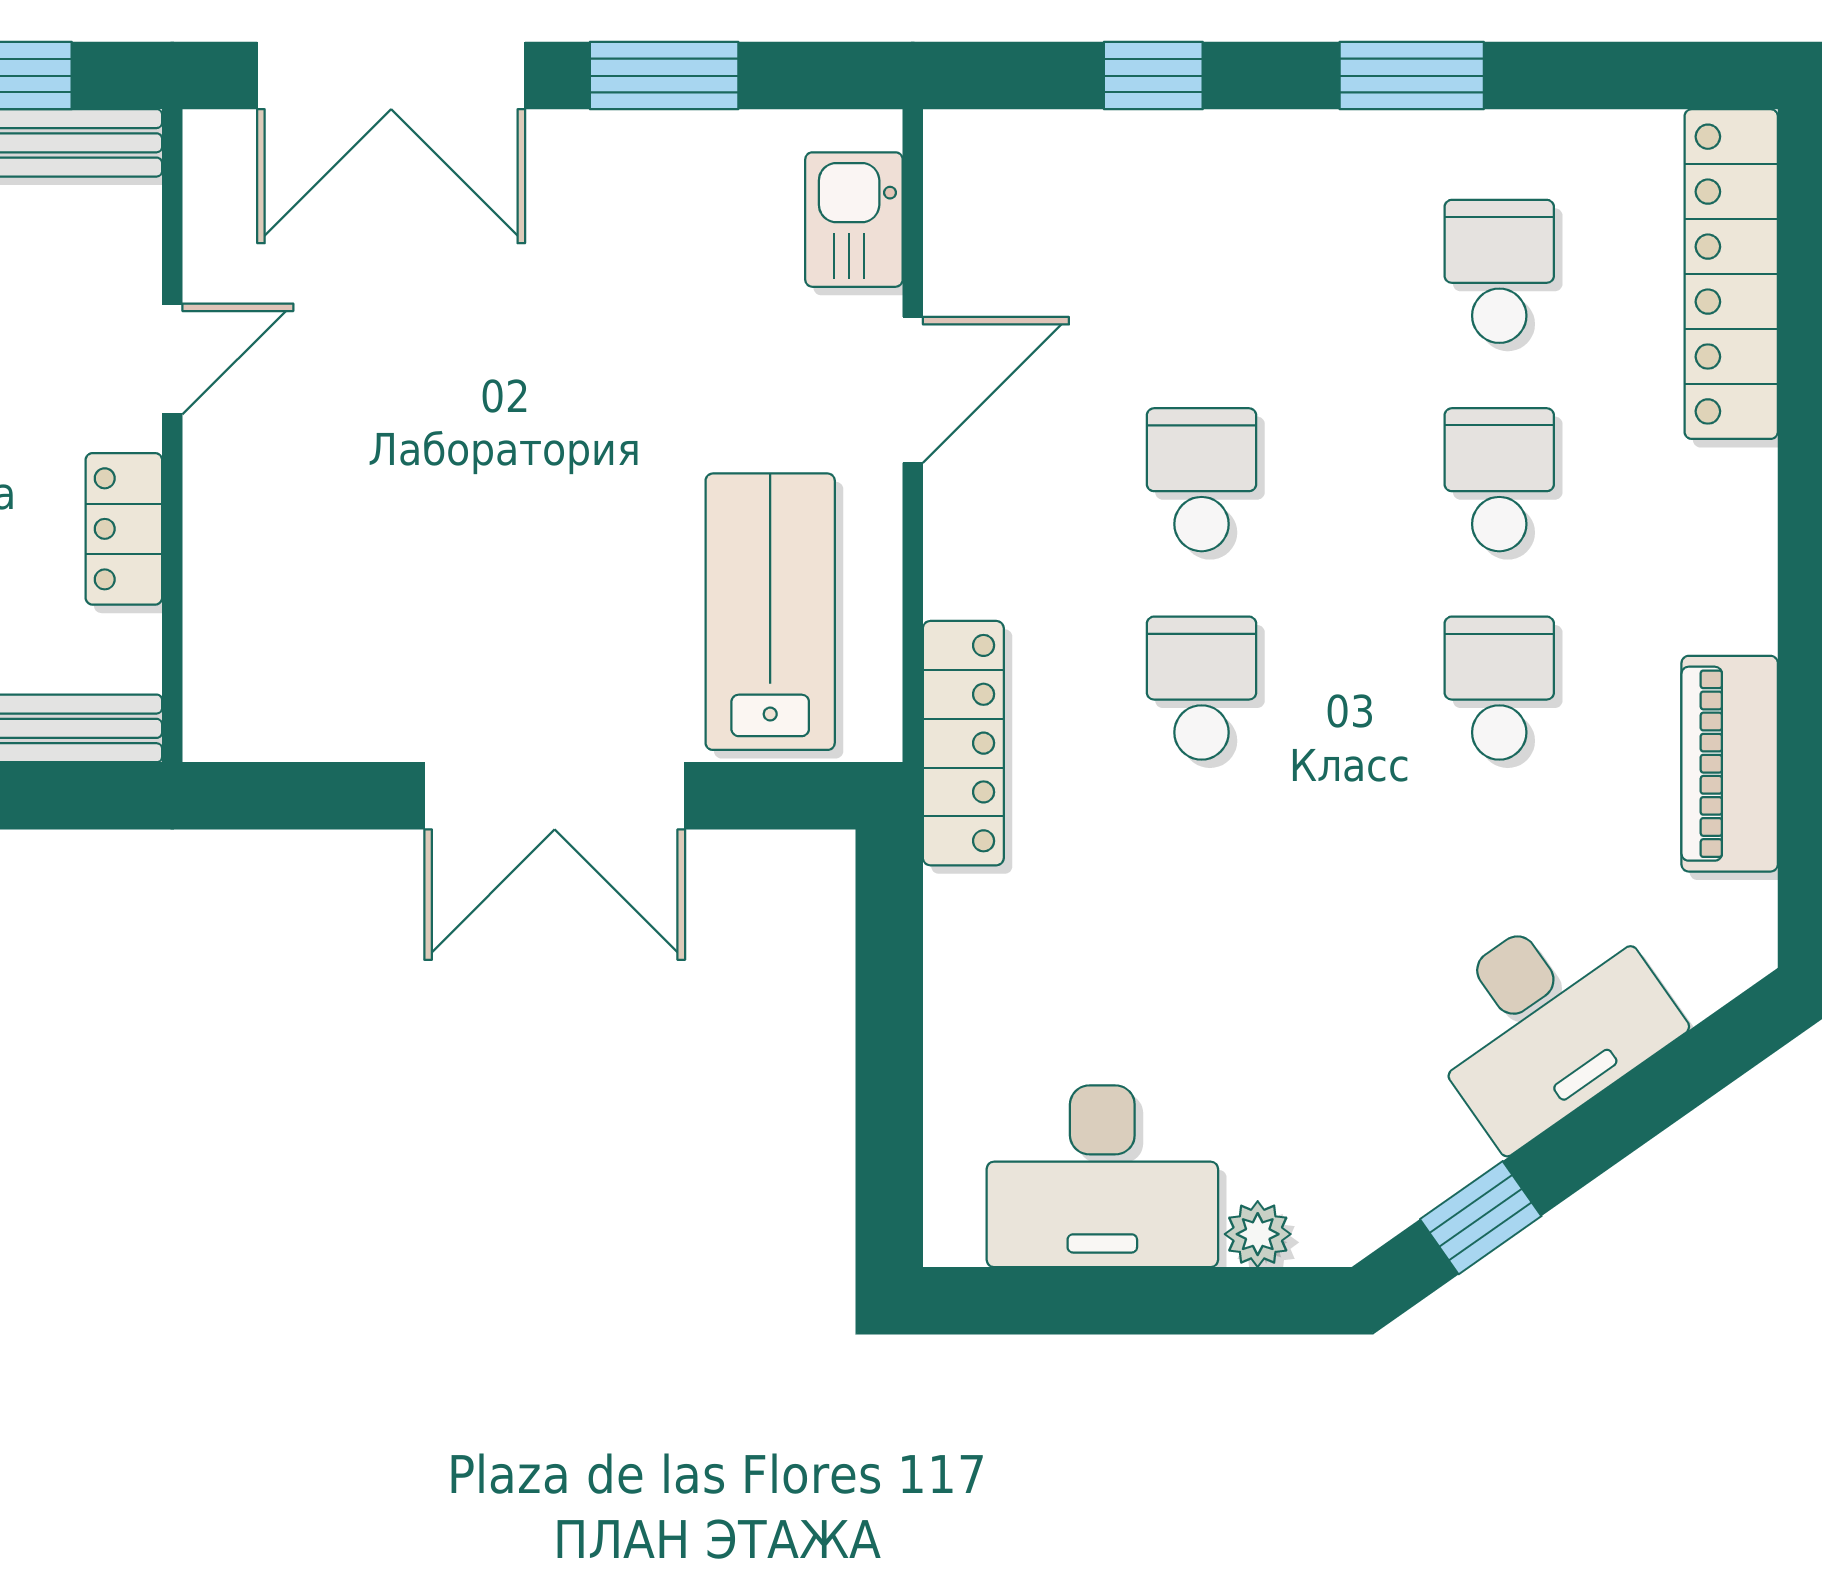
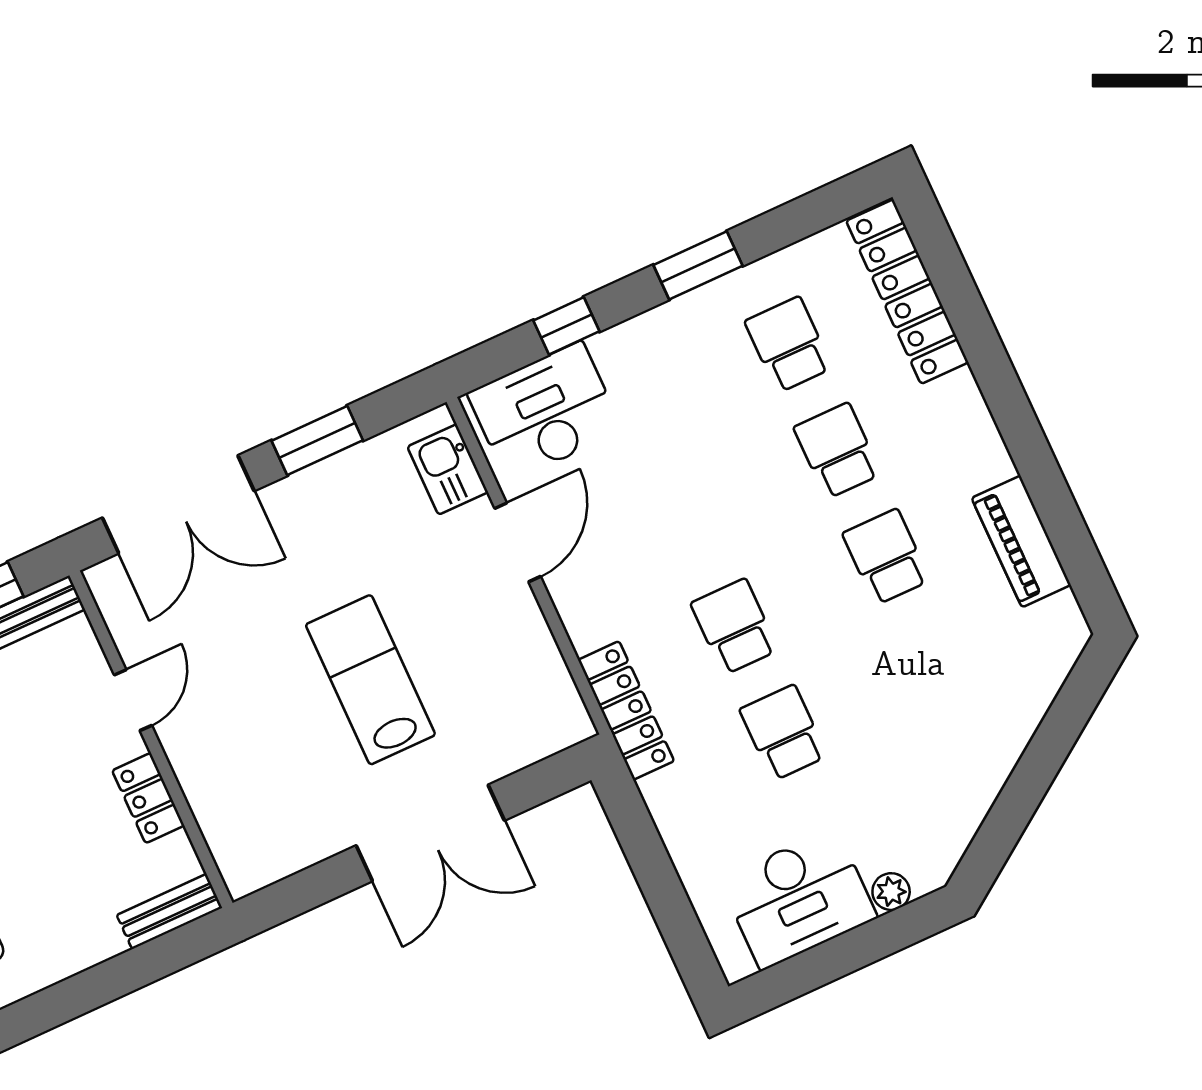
school desk: (1202, 480) -> (783, 733), moved
lab bench: (770, 612) -> (370, 680), moved
desk: (1547, 1020) -> (545, 412), moved, turned -145
window: (1481, 1218) -> (1001, 831), removed

